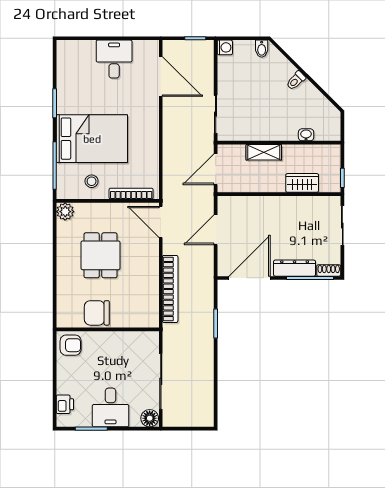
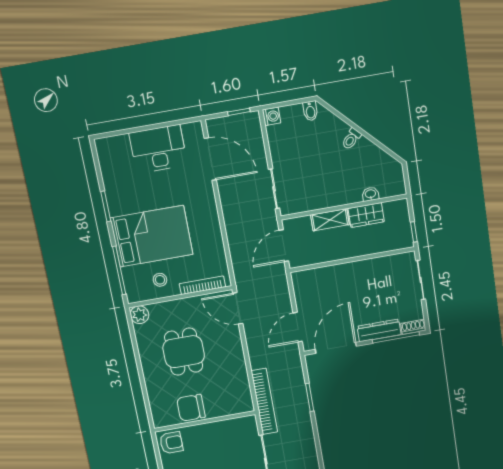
desk: (114, 59) -> (158, 149), width x1.37
wardrobe: (302, 183) -> (366, 215), moved, turned 180
door: (216, 230) -> (298, 327), moved
bookcase: (170, 289) -> (264, 401), moved

